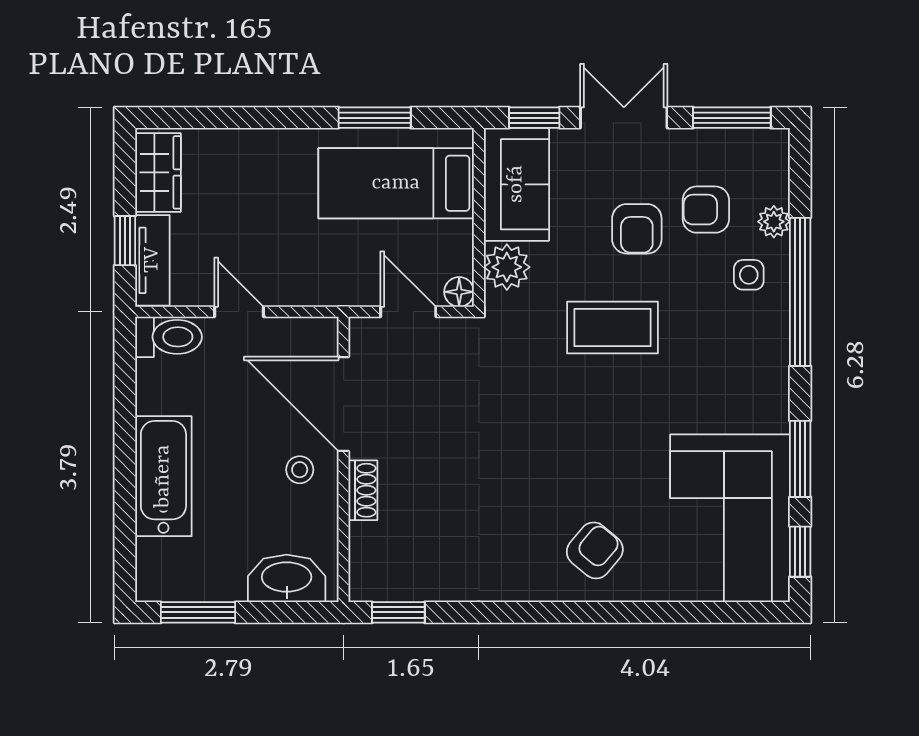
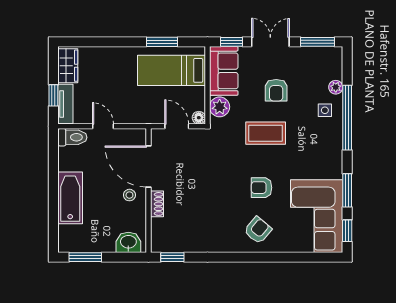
armchair: (706, 210) -> (262, 188), moved
washbasin: (287, 578) -> (128, 242), width x0.72

